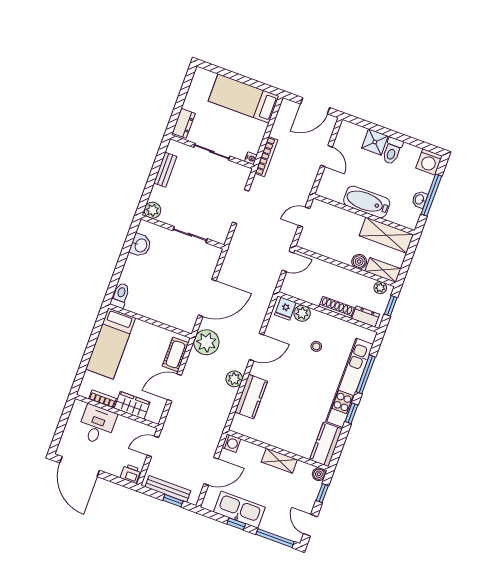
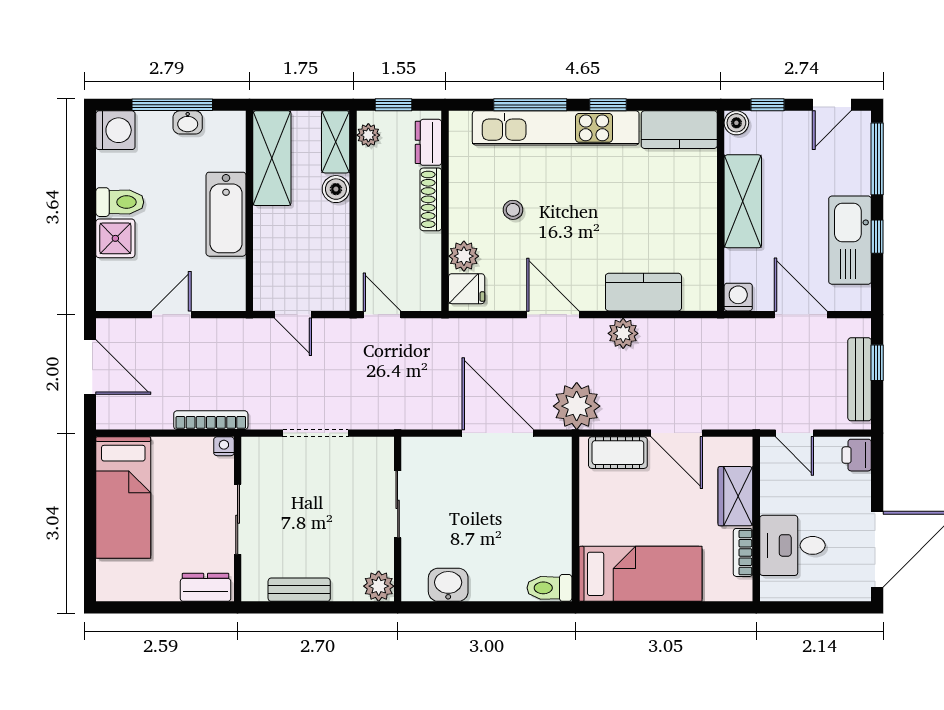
shelving: (279, 461) -> (743, 201), width x1.50, depth x1.33

